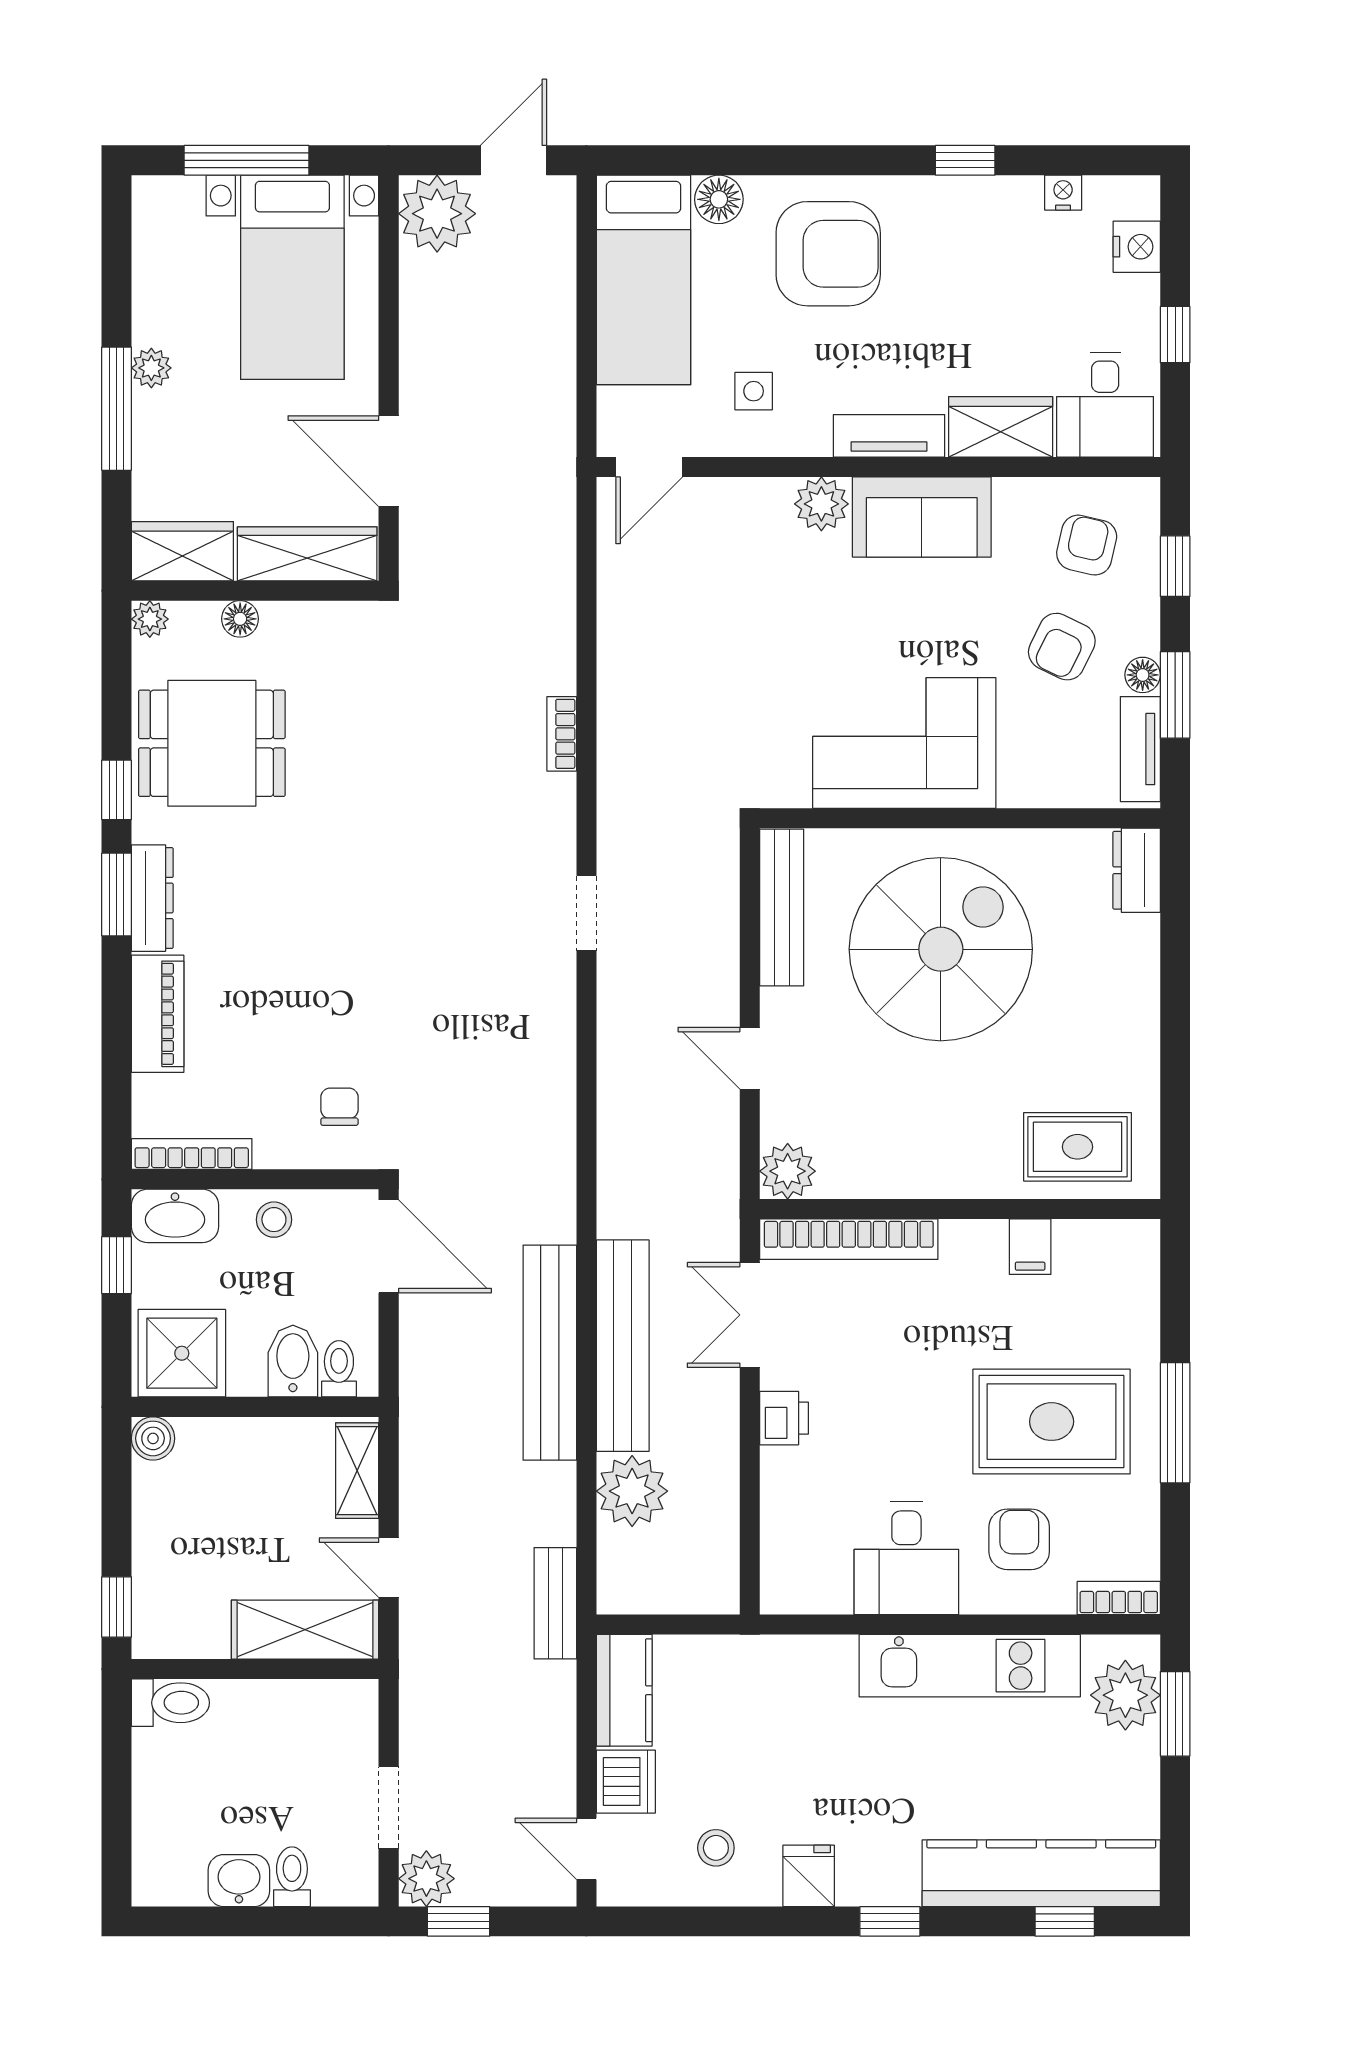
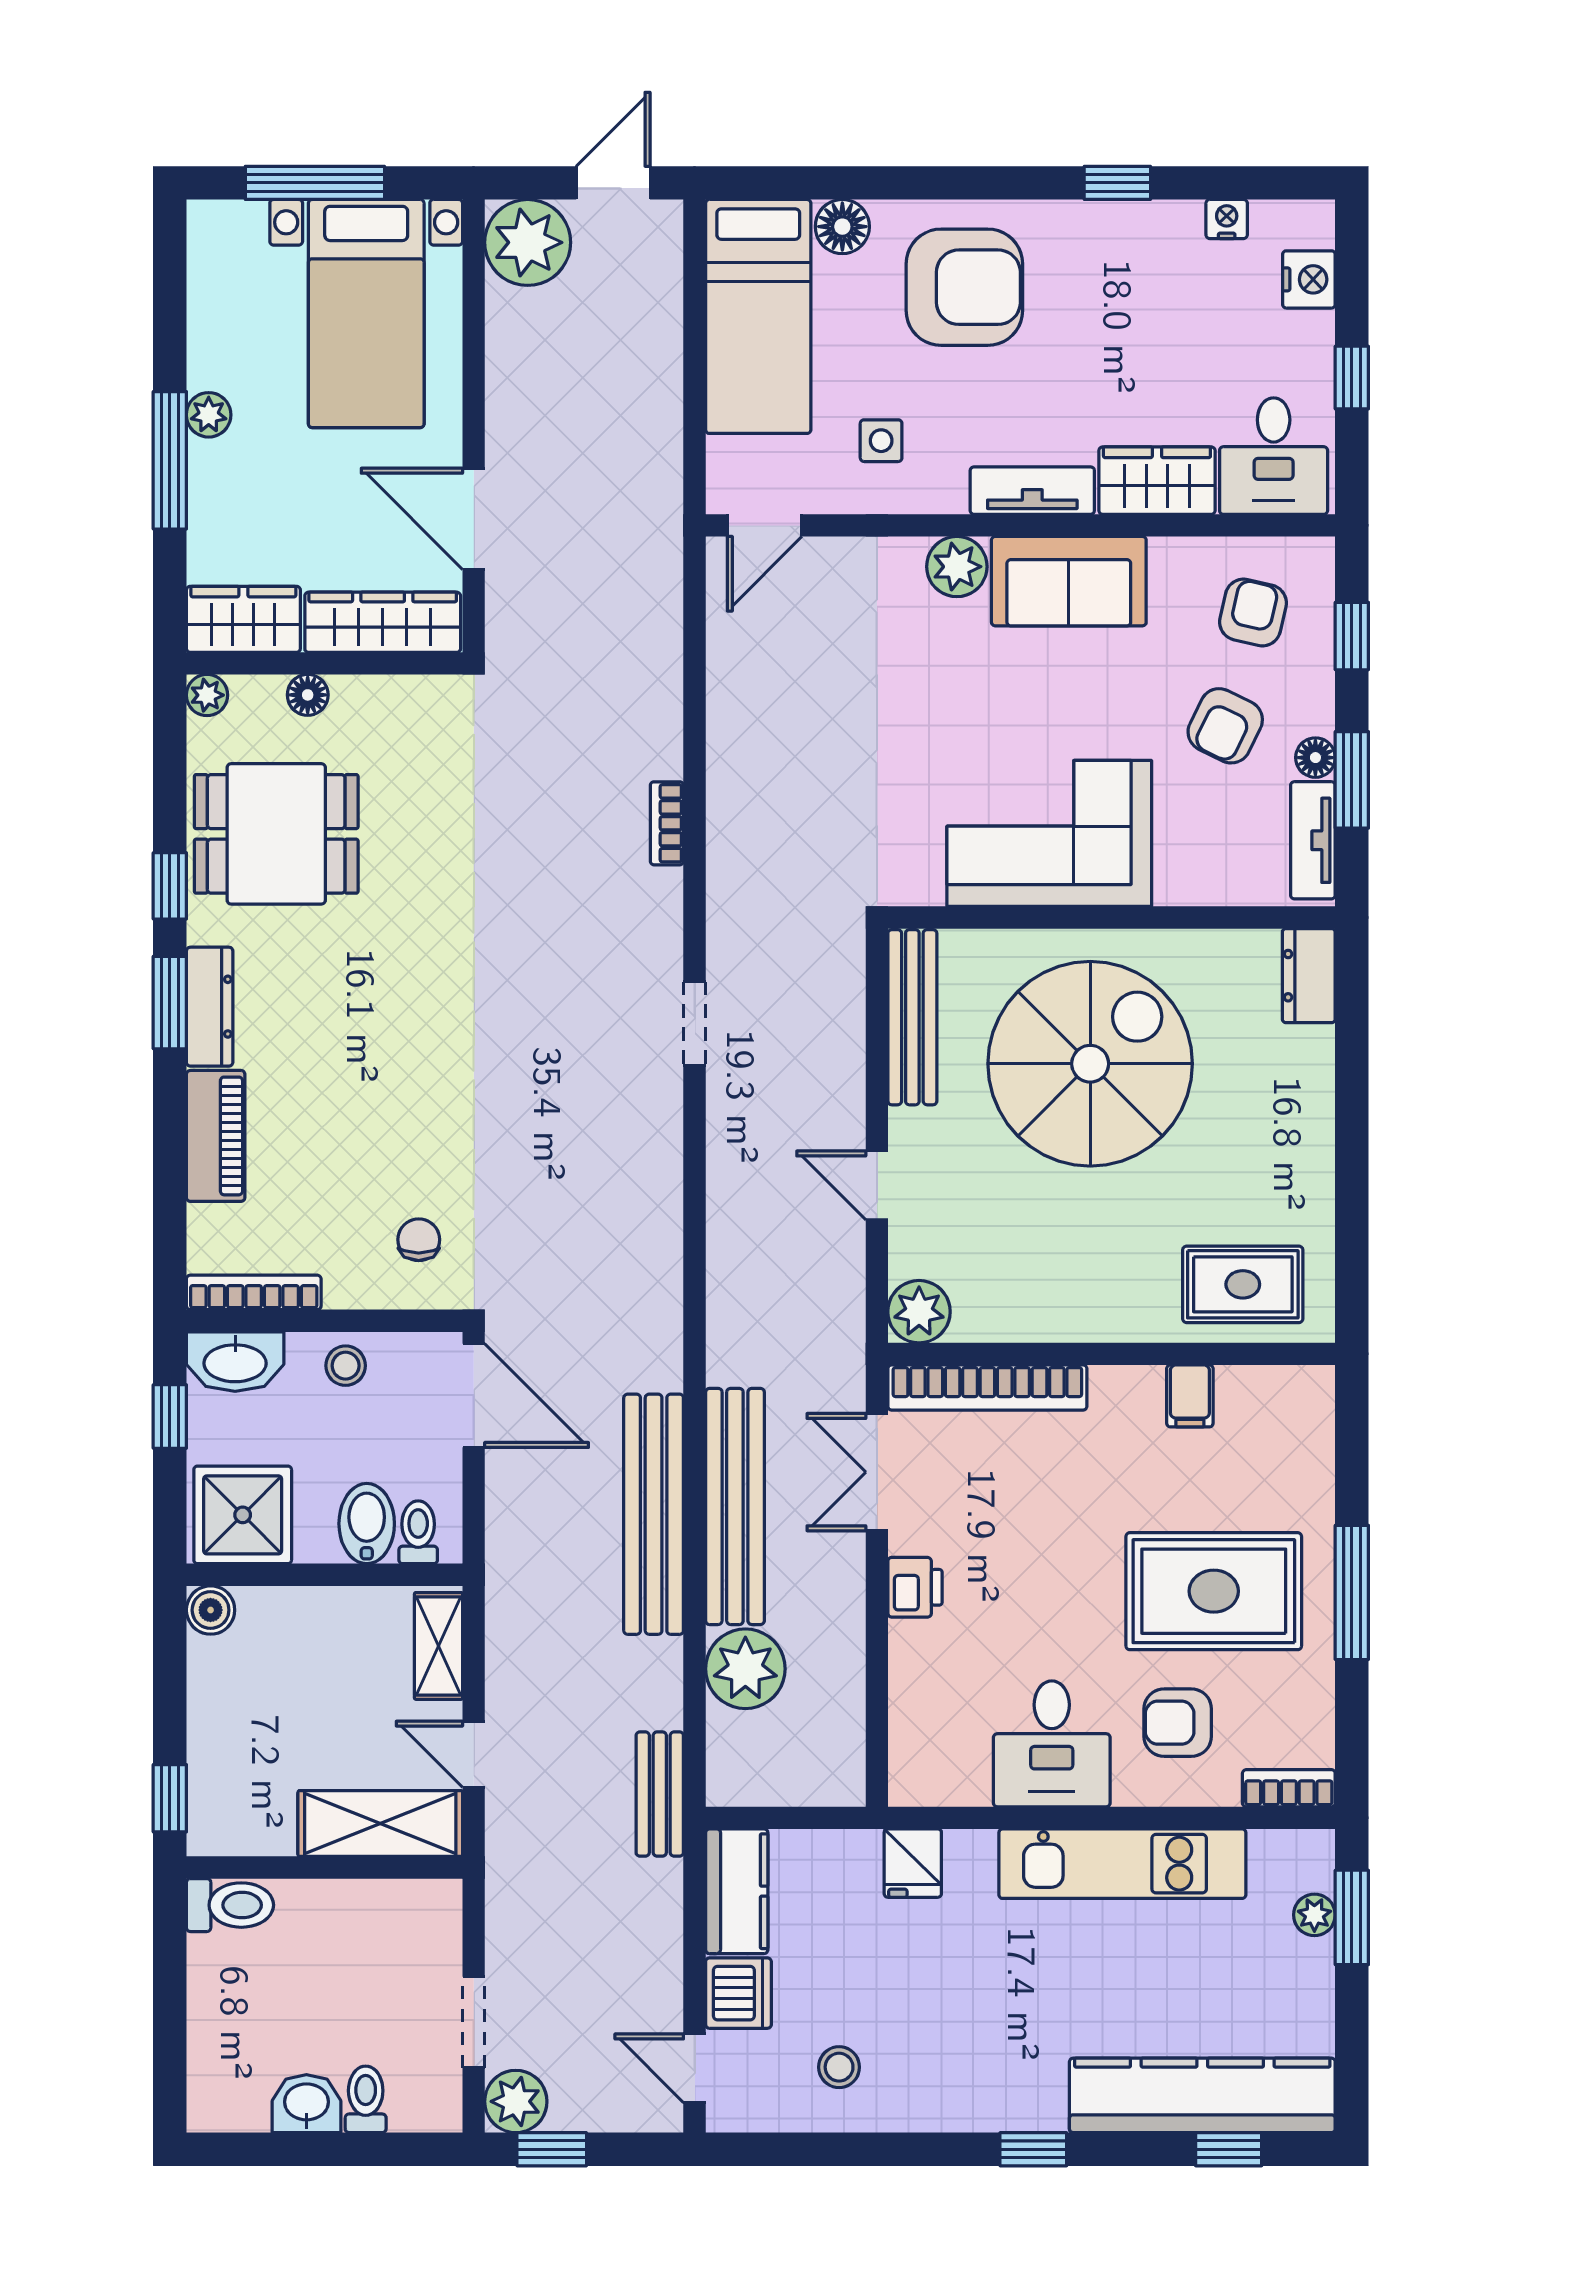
armchair: (1019, 1539) -> (1178, 1723), turned -90
plant: (1125, 1695) -> (1314, 1915), width x0.53, depth x0.53
fridge: (809, 1876) -> (913, 1863), moved, turned 180

